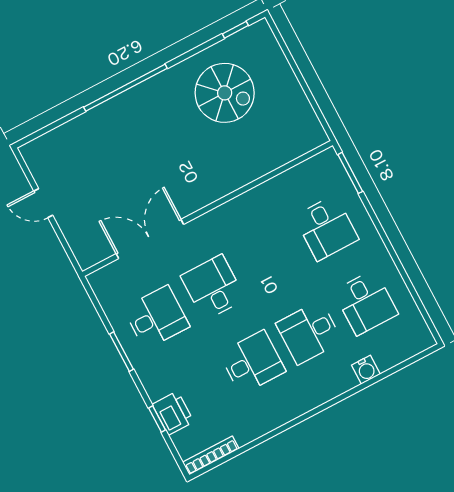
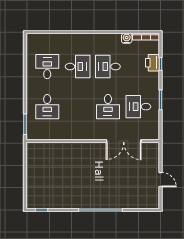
spiral stairs: (225, 93) -> (60, 186), removed
desk: (326, 228) -> (47, 107), turned 180
water cooler: (366, 370) -> (127, 38), moved

